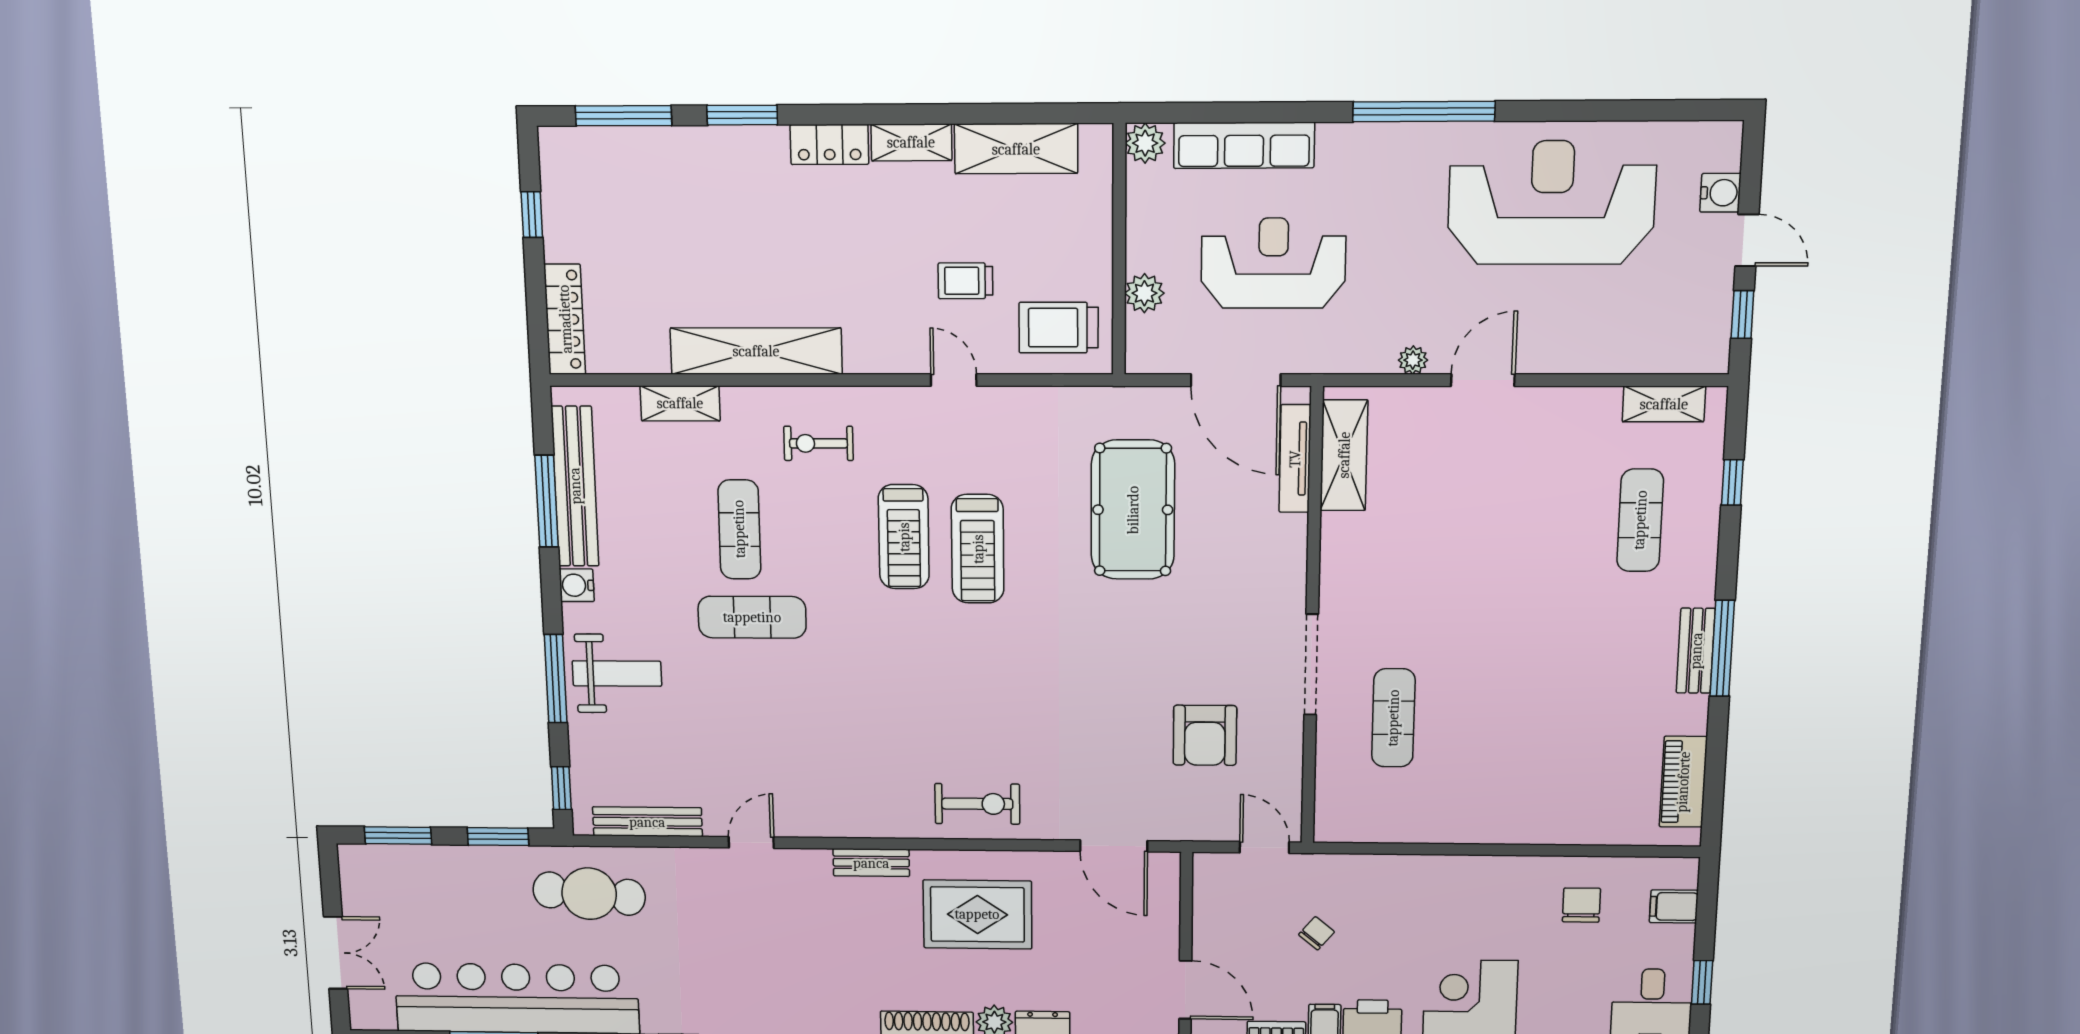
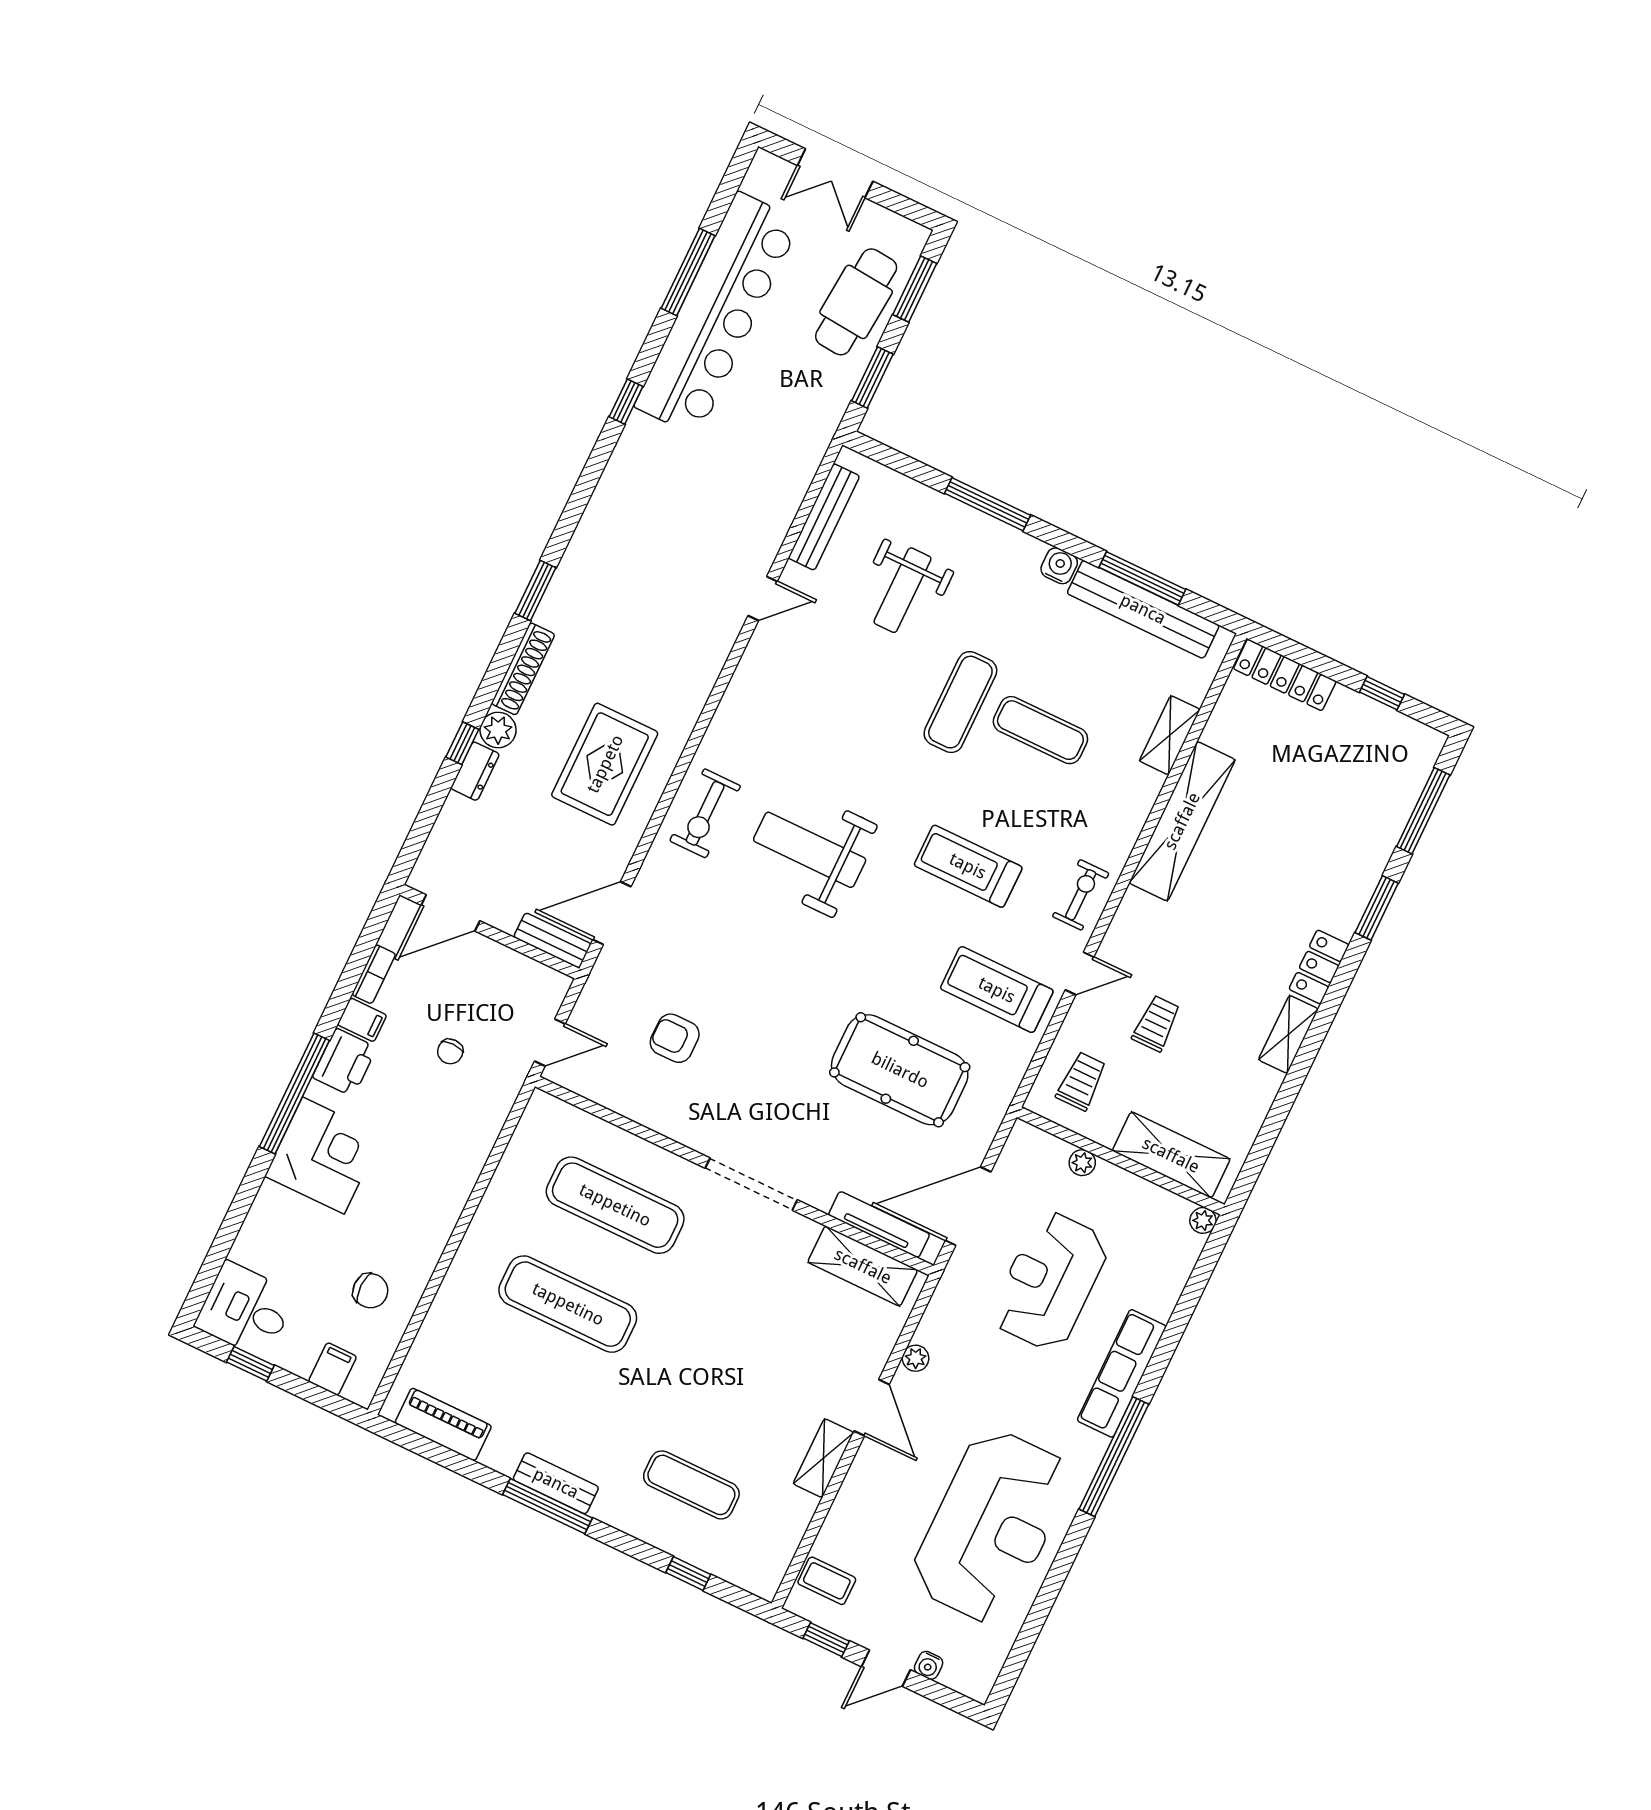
plant: (1145, 143) -> (1203, 1220), width x0.73, depth x0.73
row of seats: (1244, 145) -> (1122, 1373), moved
shelving: (1016, 149) -> (1171, 1155), moved, turned 90
water cooler: (1720, 193) -> (929, 1665), width x0.72, depth x0.72
reception desk: (1273, 263) -> (1050, 1281), turned 180
plant: (1144, 293) -> (1082, 1163), width x0.73, depth x0.73
trolley: (1059, 328) -> (1081, 1081), width x0.73, depth x0.72
coffee table: (1681, 342) -> (827, 1581), added
shelving: (1664, 404) -> (823, 1458), moved
exercise bike: (818, 443) -> (1081, 895), moved
treadmill: (978, 549) -> (997, 990), moved
doorway: (1311, 665) -> (751, 1184), moved
weight bench: (617, 674) -> (903, 590), moved
weight bench: (963, 693) -> (810, 850), added
exercise mat: (1393, 718) -> (615, 1205), width x1.36, depth x1.45
exercise mat: (1511, 719) -> (568, 1304), added
armchair: (1205, 735) -> (675, 1038), width x0.72, depth x0.72
window: (561, 788) -> (889, 457), removed
door: (751, 842) -> (763, 599), hinge flipped
bench: (871, 863) -> (552, 940), moved, turned 90
cafe table: (589, 894) -> (856, 302), moved
chair: (1317, 933) -> (450, 1051), turned 50

